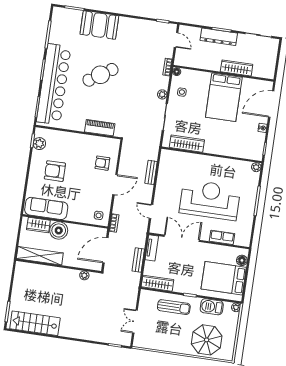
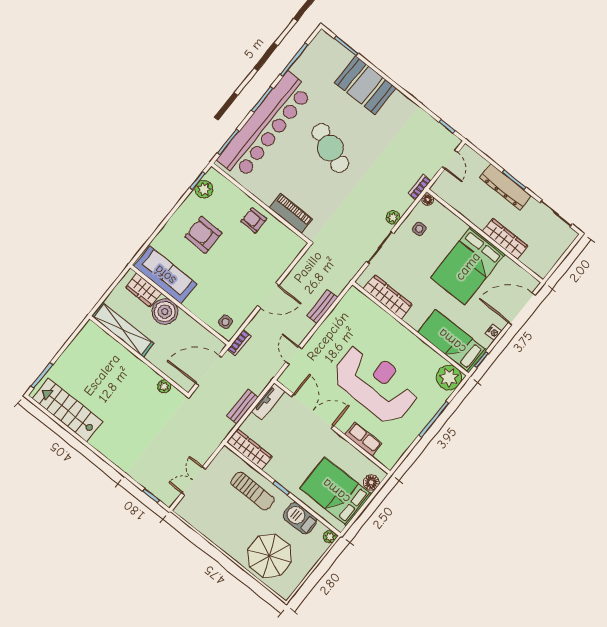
cafe table: (100, 75) -> (330, 148), turned 54
bed: (241, 148) -> (452, 341), added
armchair: (102, 163) -> (254, 220), moved
plant: (256, 167) -> (449, 378), width x1.87, depth x1.87

